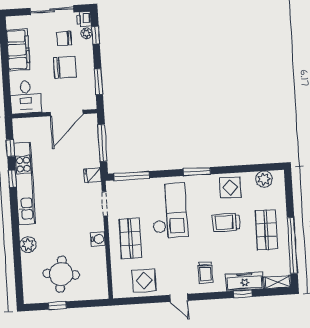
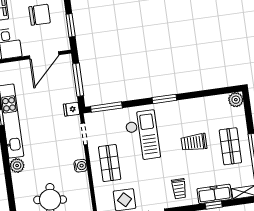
plant: (264, 179) -> (236, 100), moved
display table: (230, 187) -> (195, 111), removed
plant: (28, 245) -> (17, 166), moved

